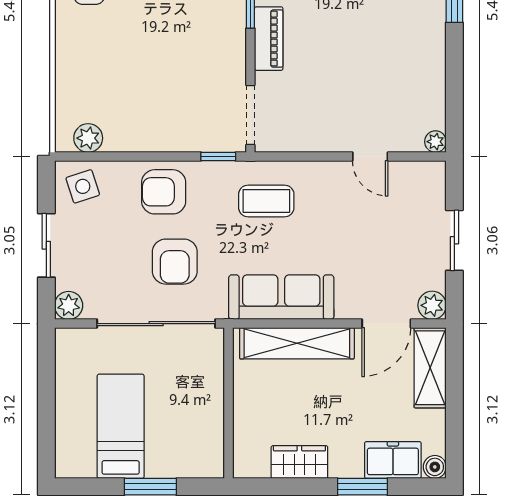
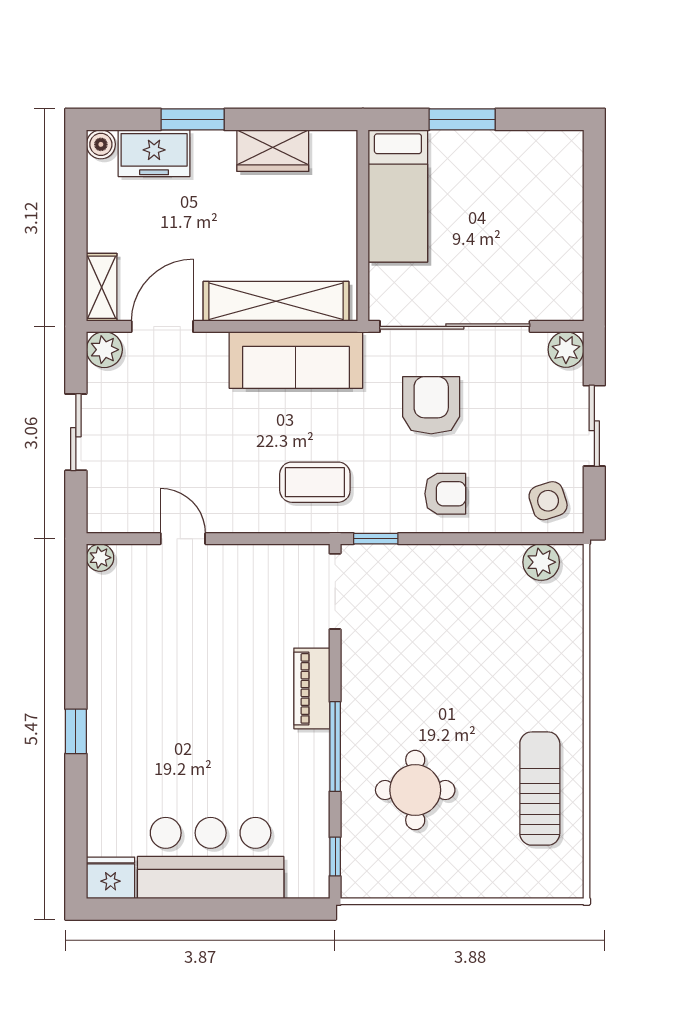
armchair: (164, 192) -> (445, 494), width x0.72, depth x0.72
shelving: (430, 368) -> (102, 287), width x0.67, depth x0.75
bed: (121, 426) -> (398, 196), moved

